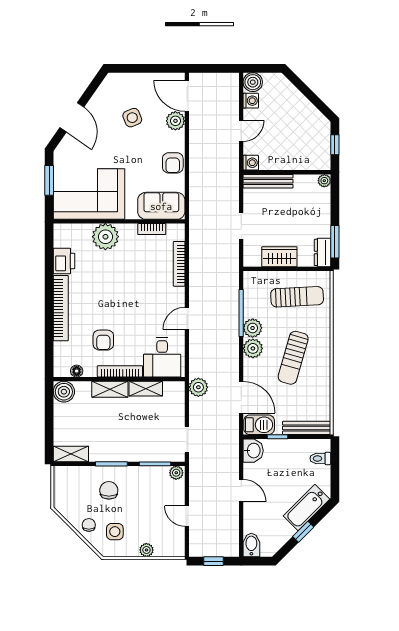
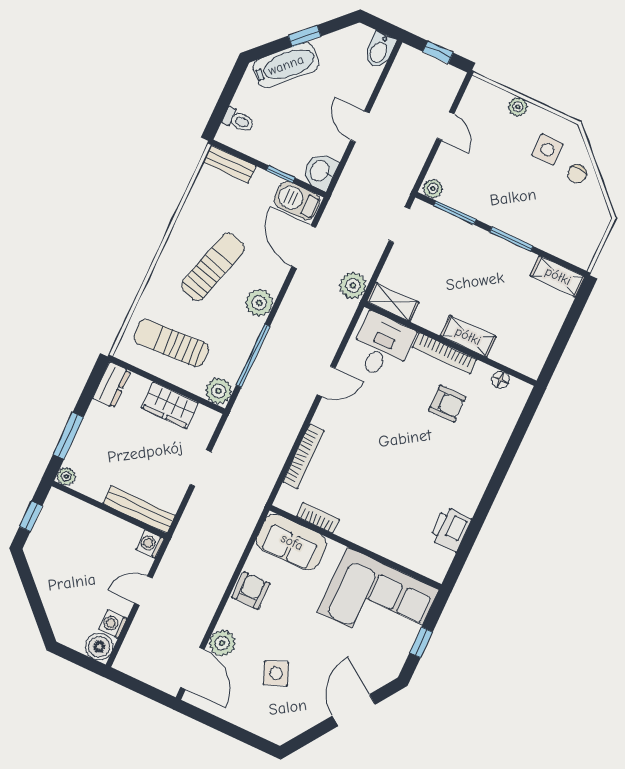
window: (49, 180) -> (421, 642), width x0.67
plant: (105, 237) -> (382, 536), removed
window: (335, 242) -> (68, 436), moved
bookcase: (61, 308) -> (483, 471), removed
plant: (253, 328) -> (219, 391), moved
armchair: (103, 340) -> (447, 404), turned 90
shelving: (146, 389) -> (393, 302), moved
boiler: (64, 392) -> (529, 361), removed
bench: (307, 428) -> (229, 164), width x0.73
chair: (109, 490) -> (531, 206), removed

